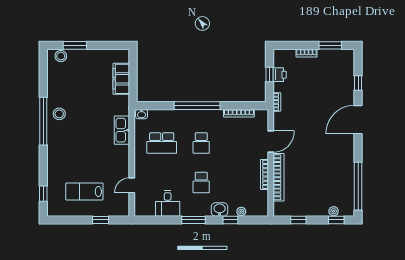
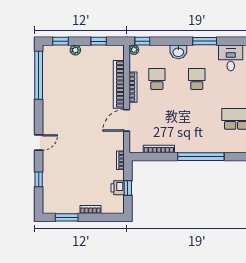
door: (358, 120) -> (39, 142), width x0.53
school desk: (201, 143) -> (157, 79), moved
plant: (334, 211) -> (75, 50), moved
plant: (241, 212) -> (134, 50), moved
window: (230, 220) -> (142, 41), moved

